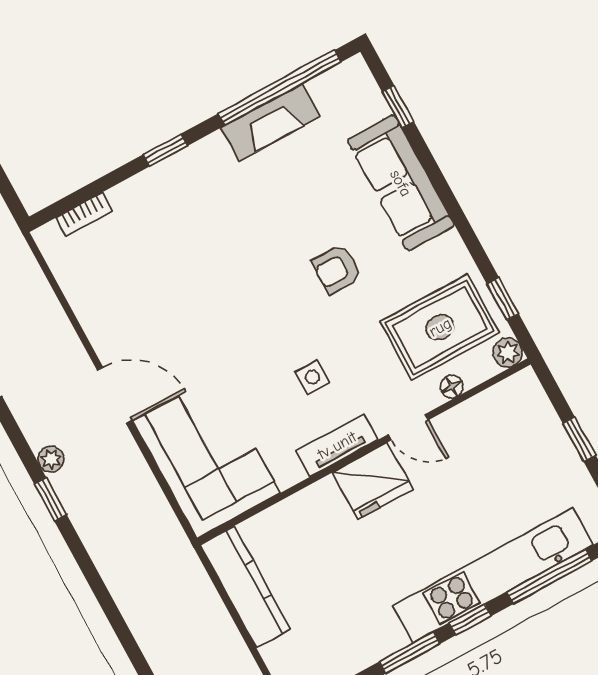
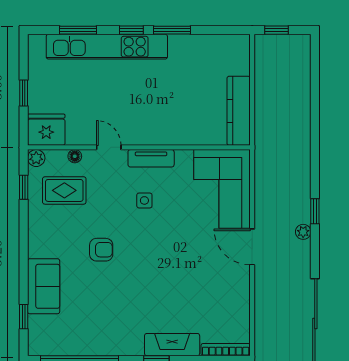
fireplace: (271, 122) -> (172, 345), moved
sofa: (401, 183) -> (44, 286), width x0.73
bookcase: (84, 214) -> (226, 350), width x1.56
rug: (440, 327) -> (64, 190), width x0.73, depth x0.70
fridge: (373, 481) -> (46, 130), moved
window: (549, 577) -> (78, 30), width x0.69

